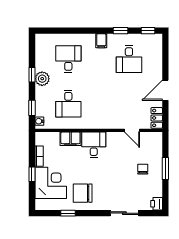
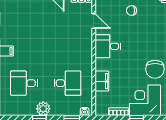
desk: (129, 59) -> (24, 24), removed
door: (132, 130) -> (94, 21), hinge flipped
desk: (94, 145) -> (108, 46), moved

